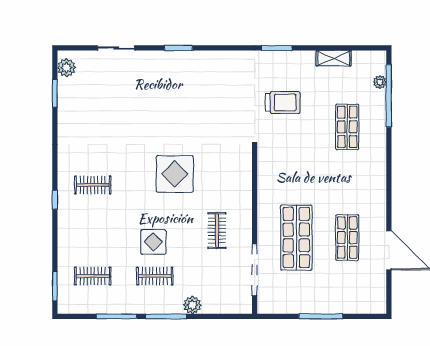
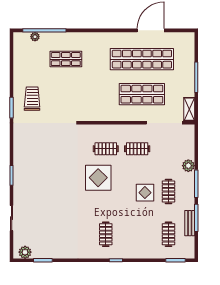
shelving: (334, 58) -> (189, 109), moved
trolley: (283, 102) -> (32, 99), moved
clothes rail: (217, 185) -> (106, 149), added
shop shelf: (347, 238) -> (142, 59), width x2.00, depth x1.36
bench: (109, 307) -> (190, 223), added

